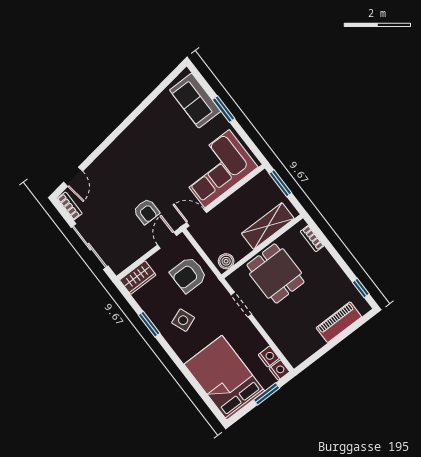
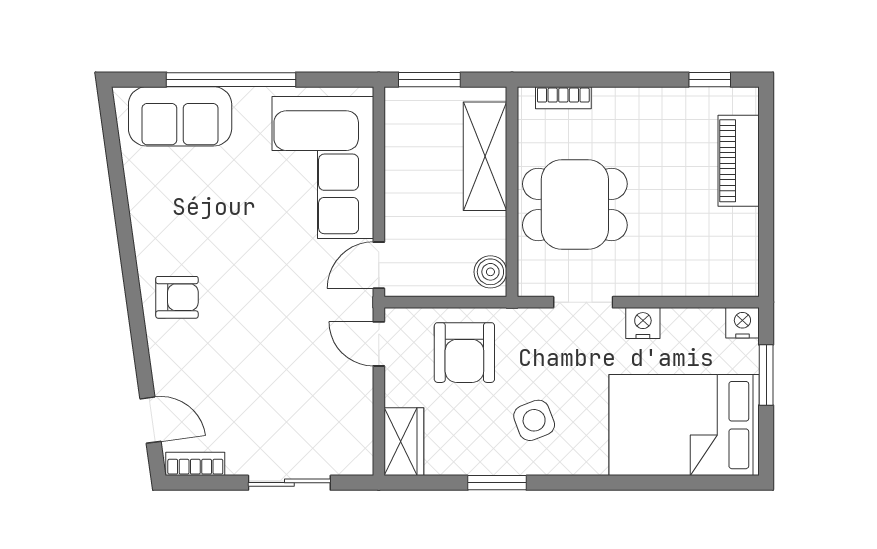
window: (224, 109) -> (231, 80), width x2.11
armchair: (147, 211) -> (177, 297), moved
sliding door: (90, 247) -> (289, 483), width x0.73
nightstand: (269, 357) -> (643, 323), moved

